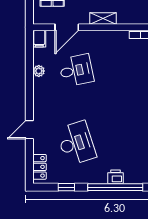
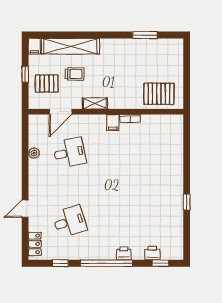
filing cabinet: (39, 39) -> (113, 122), moved
desk: (76, 143) -> (70, 222), width x0.73
printer: (116, 177) -> (124, 253), moved

